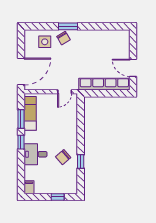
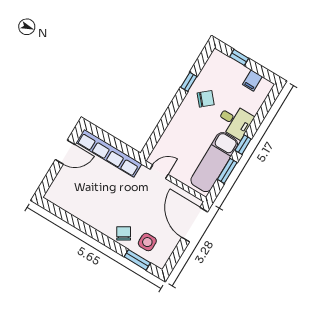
window: (68, 26) -> (137, 260), moved
door: (133, 68) -> (65, 152), hinge flipped
door: (21, 72) -> (195, 225), hinge flipped
exam couch: (30, 113) -> (214, 162), width x1.36, depth x1.45
filing cabinet: (29, 187) -> (252, 81), moved

